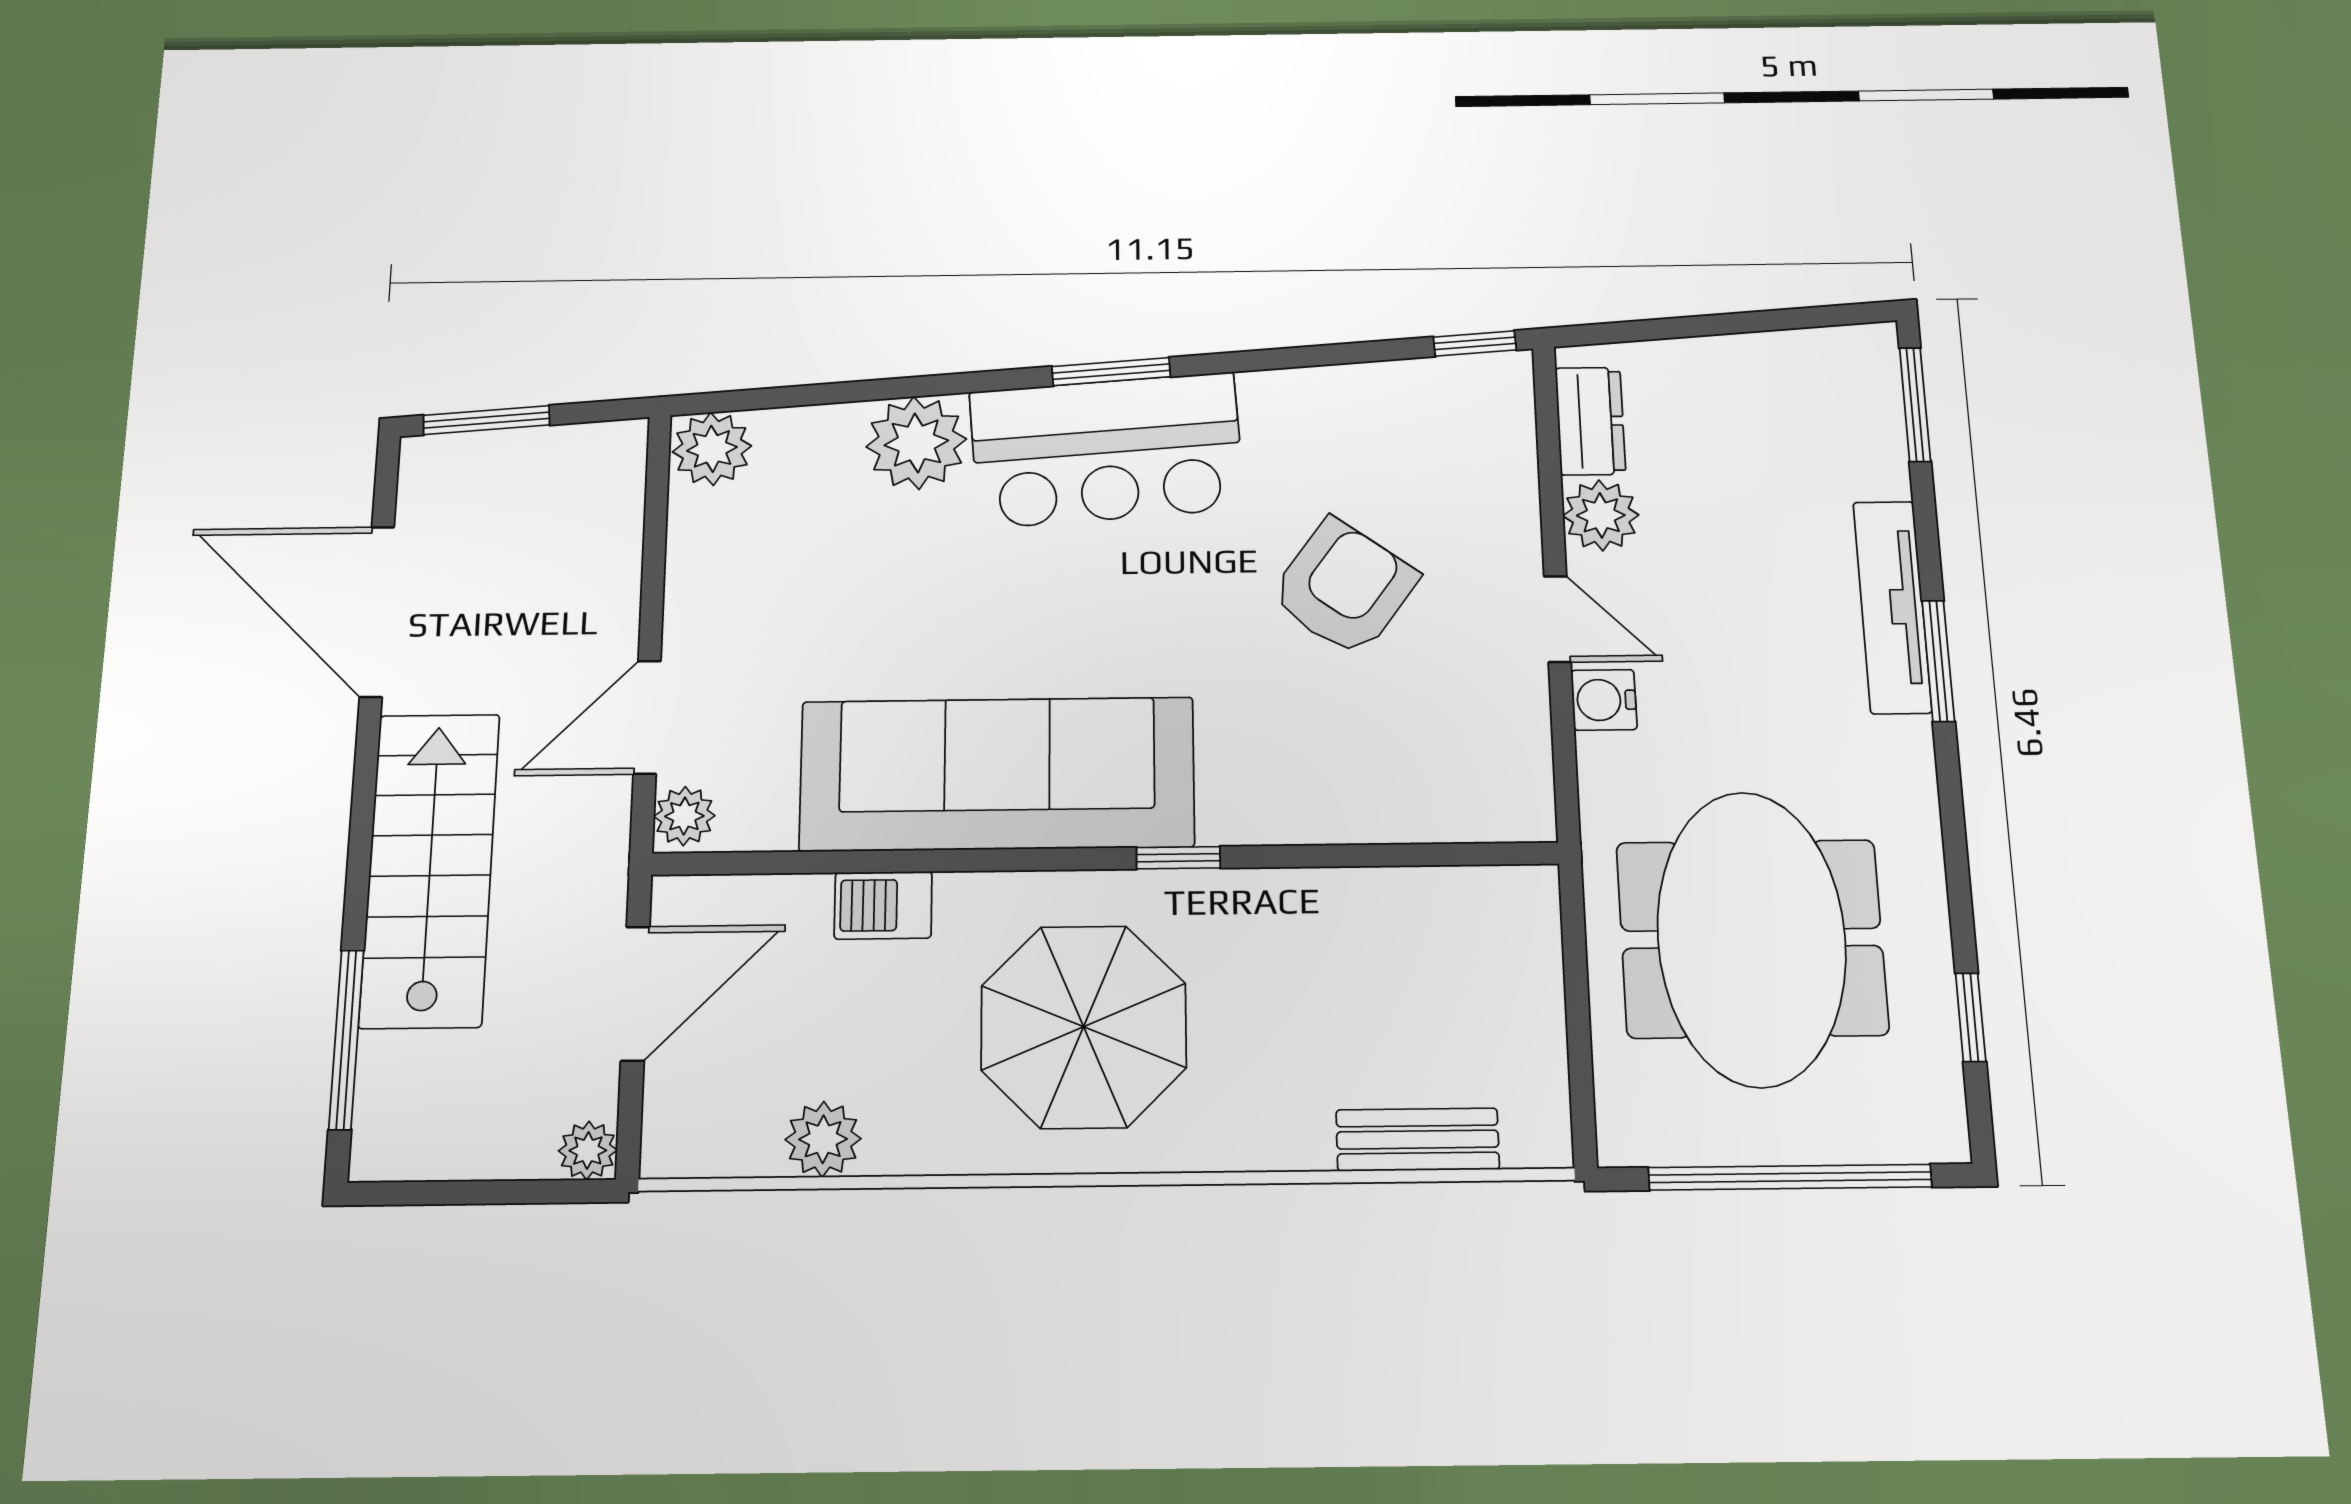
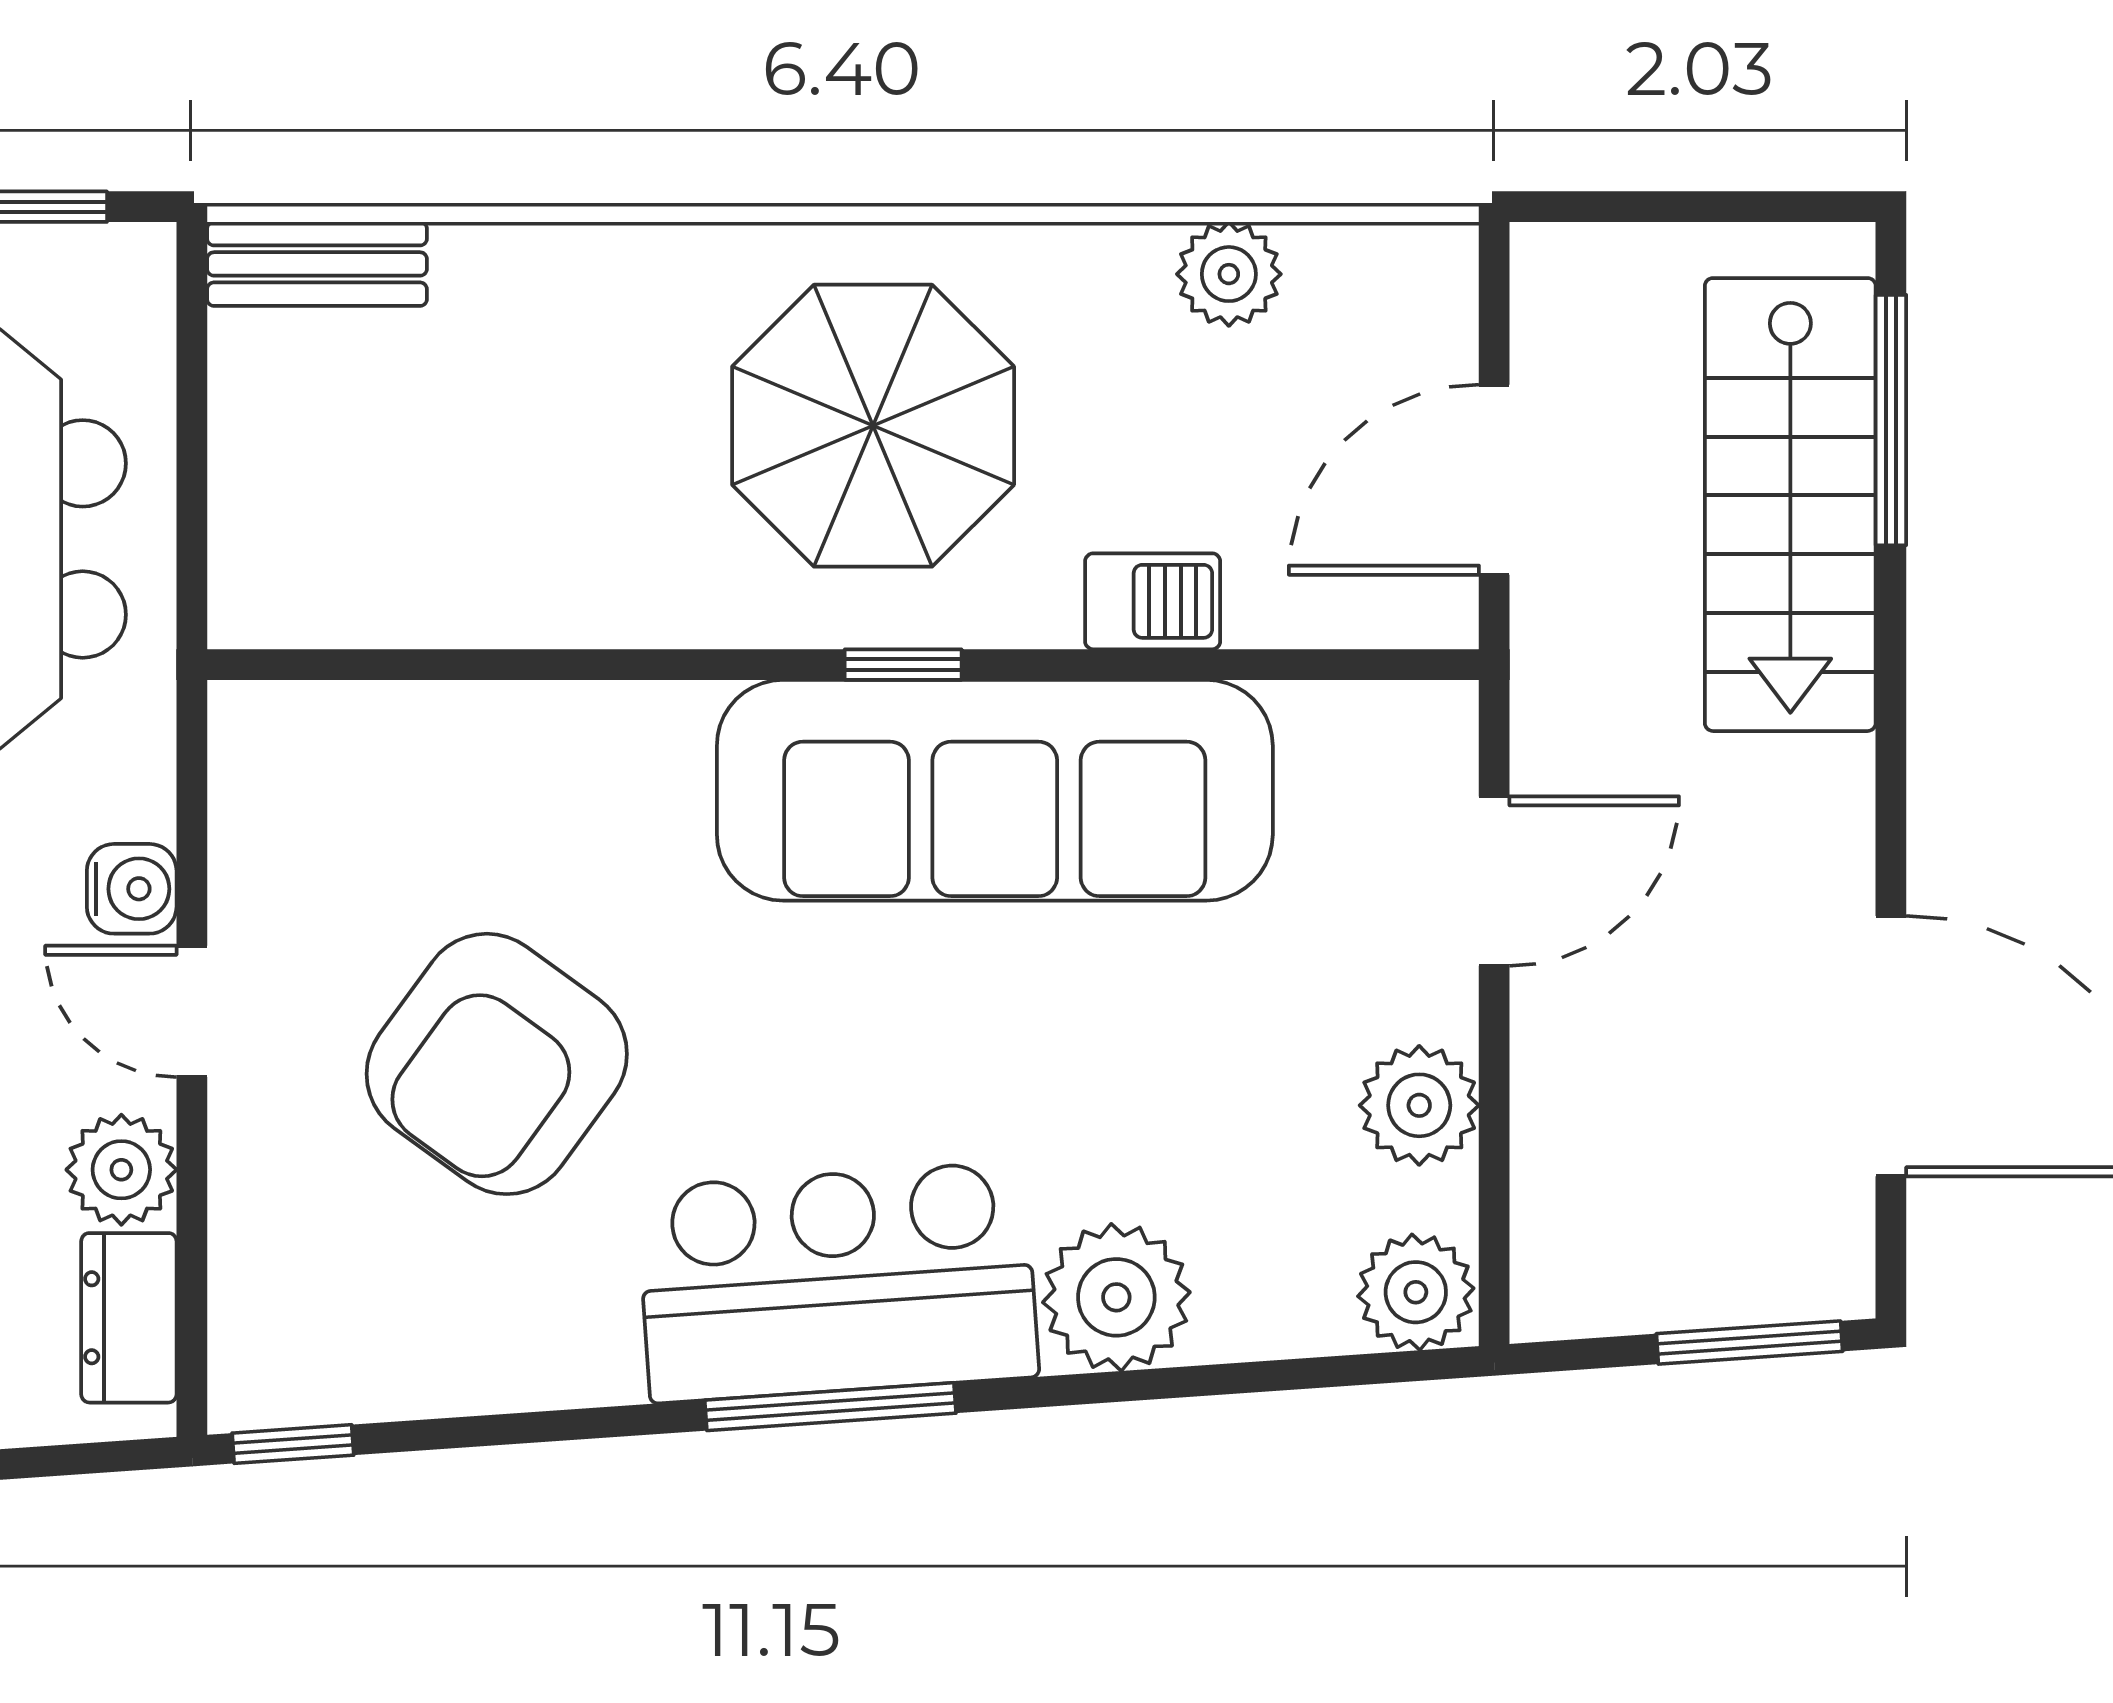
window: (1111, 372) -> (830, 1407), width x1.44
armchair: (1344, 587) -> (497, 1064), width x1.36, depth x1.36
plant: (684, 816) -> (1419, 1105), moved, width x1.38, depth x1.38
window: (1178, 858) -> (903, 665), moved
stairs: (430, 869) -> (1790, 505), moved
bench: (1418, 1140) -> (317, 264), moved
plant: (588, 1150) -> (1550, 262), removed

